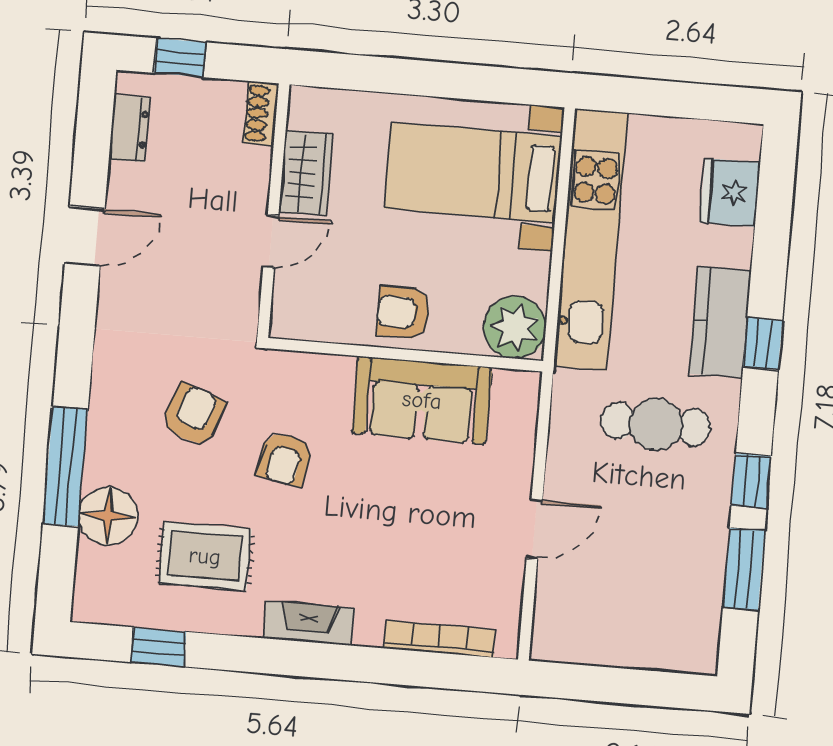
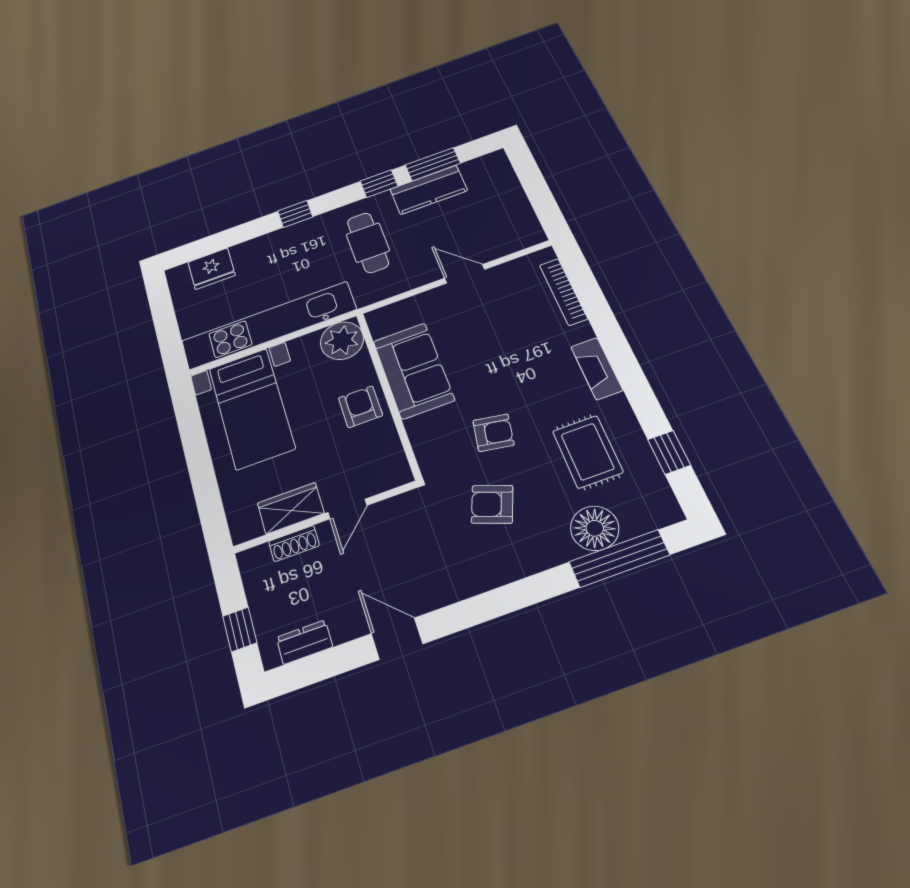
shoe rack: (261, 114) -> (294, 543), moved
door: (271, 242) -> (347, 509), swing flipped
armchair: (404, 312) -> (360, 407), turned 180
kitchen counter: (720, 322) -> (429, 190), moved
window: (65, 466) -> (619, 558), moved

